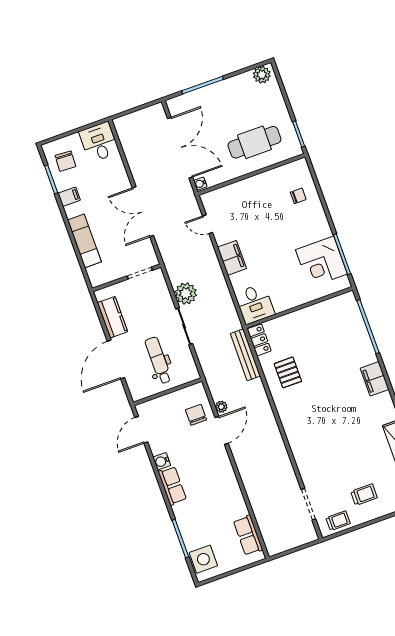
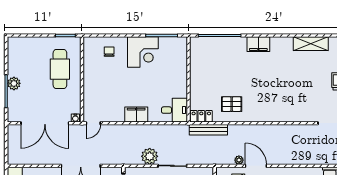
plant: (262, 75) -> (14, 83), moved
double door: (180, 148) -> (45, 123), swing flipped
door: (208, 224) -> (93, 123), moved
corner desk: (321, 262) -> (143, 52), moved

